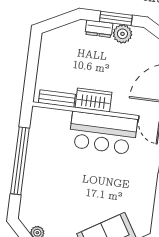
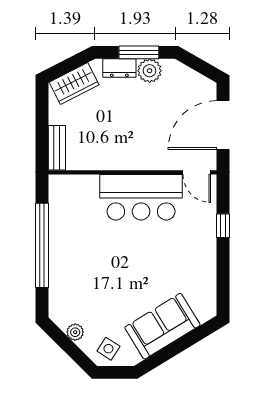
bench: (57, 99) -> (57, 148), moved, turned 90
wardrobe: (93, 100) -> (74, 83), moved, turned 153

